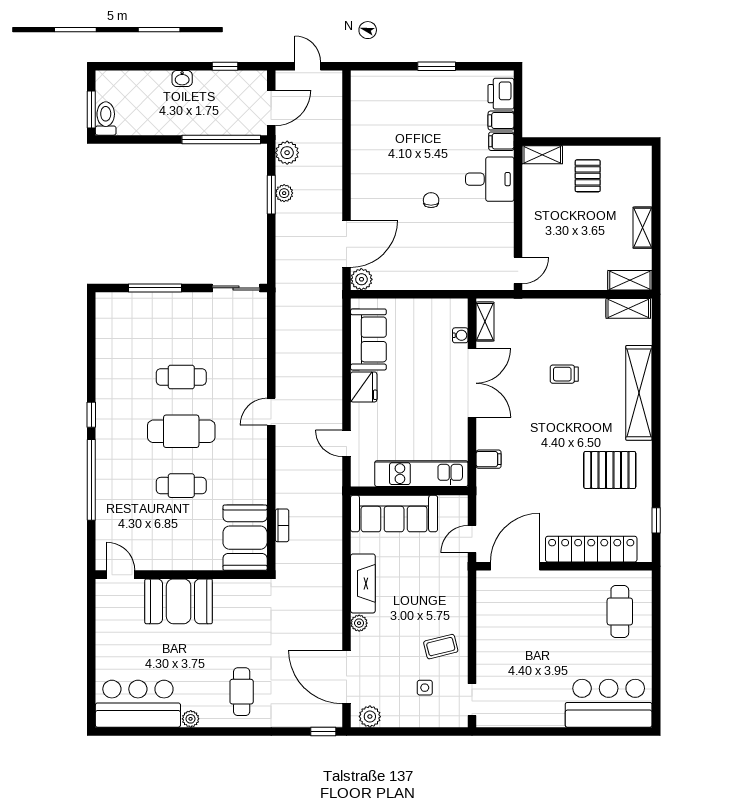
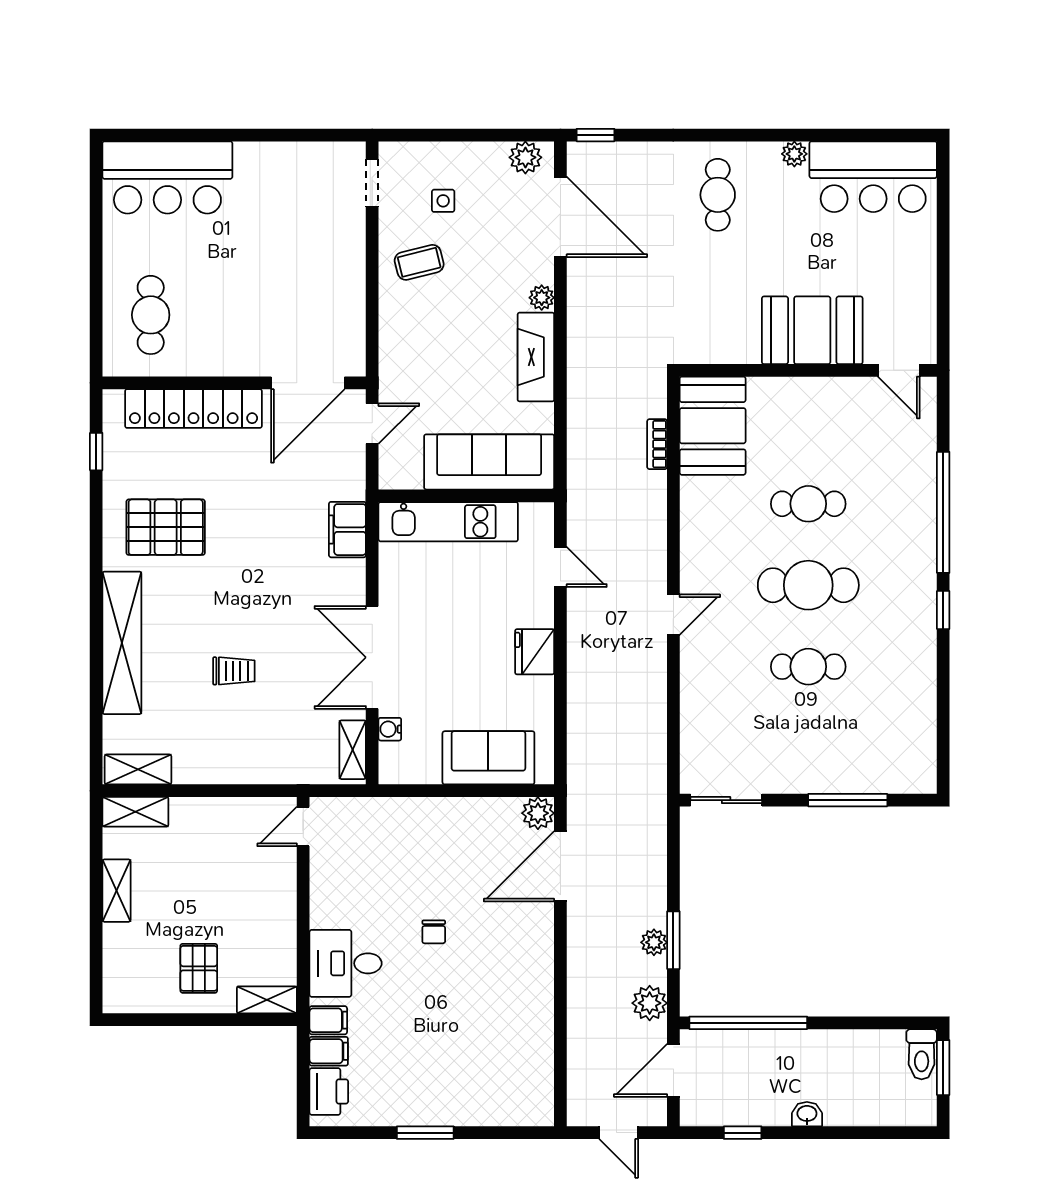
sofa: (368, 339) -> (488, 758), moved, turned 90
filing cabinet: (489, 459) -> (347, 530), width x2.00

